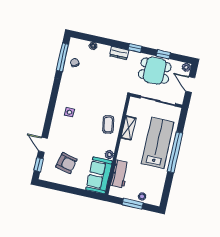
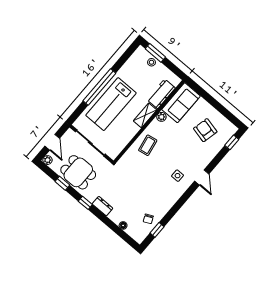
window: (62, 57) -> (157, 230), width x0.46
shelving: (128, 128) -> (145, 115), moved
door: (43, 145) -> (202, 177), moved
window: (133, 204) -> (155, 53), moved

